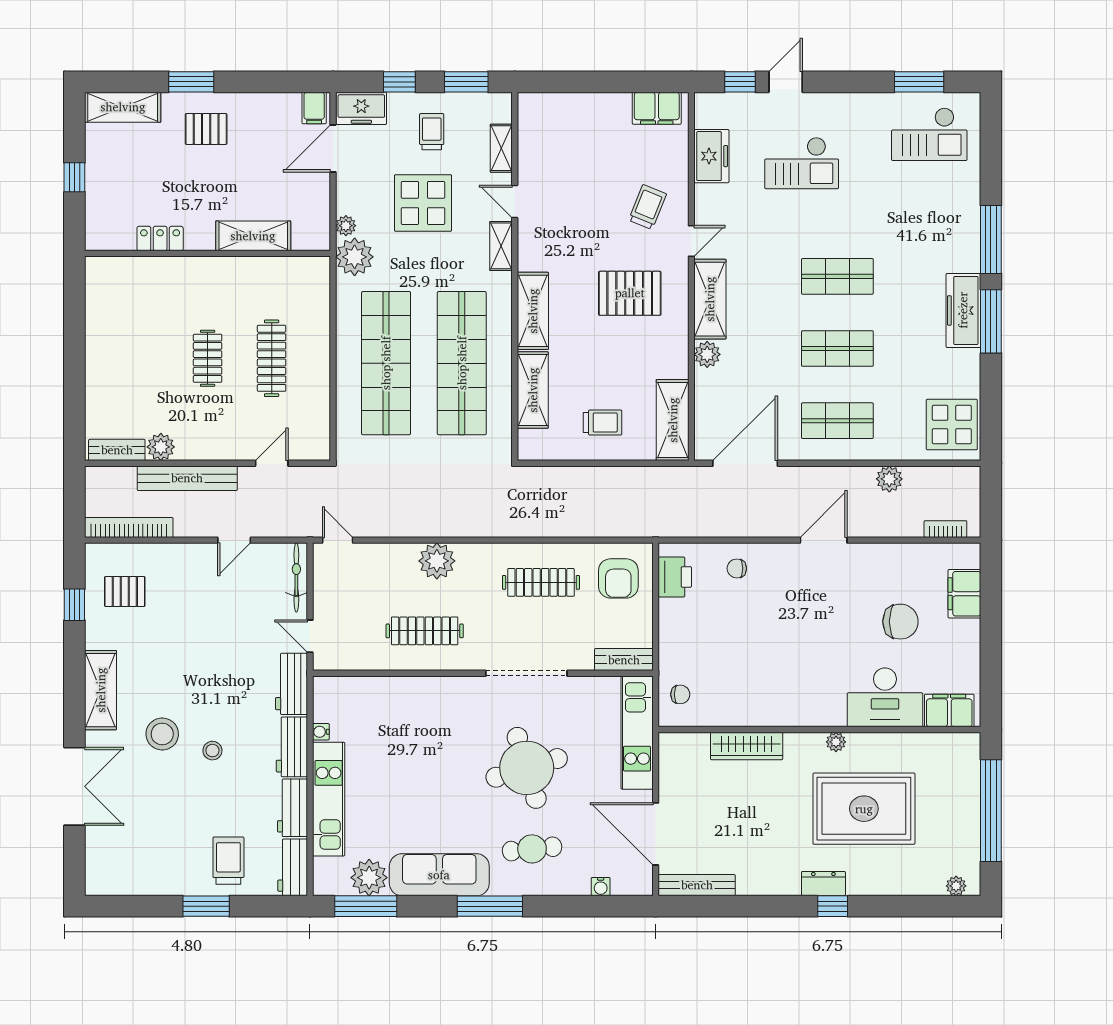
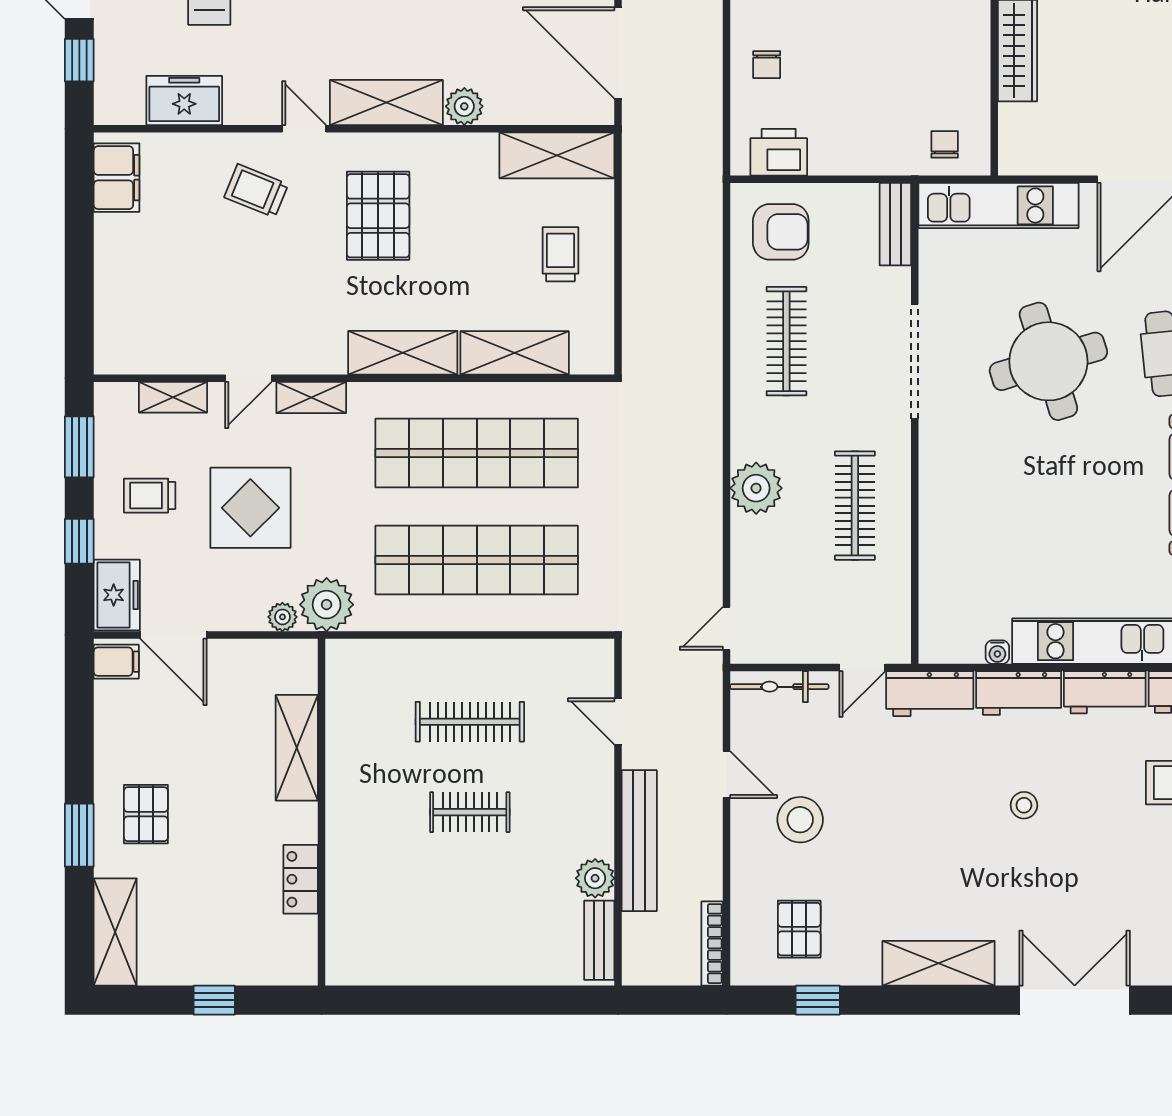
bookcase: (129, 527) -> (712, 944), width x0.68, depth x0.76
stool: (162, 734) -> (800, 820), moved

